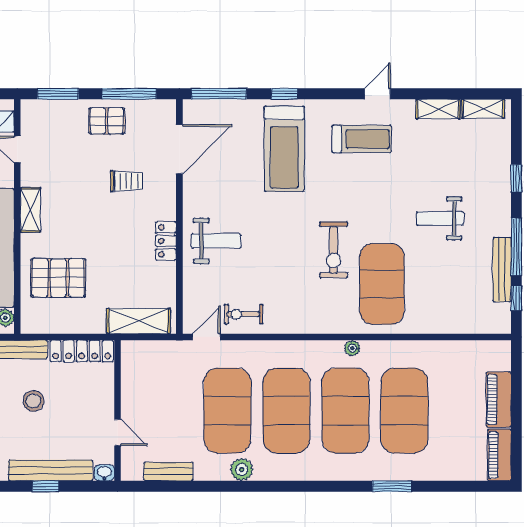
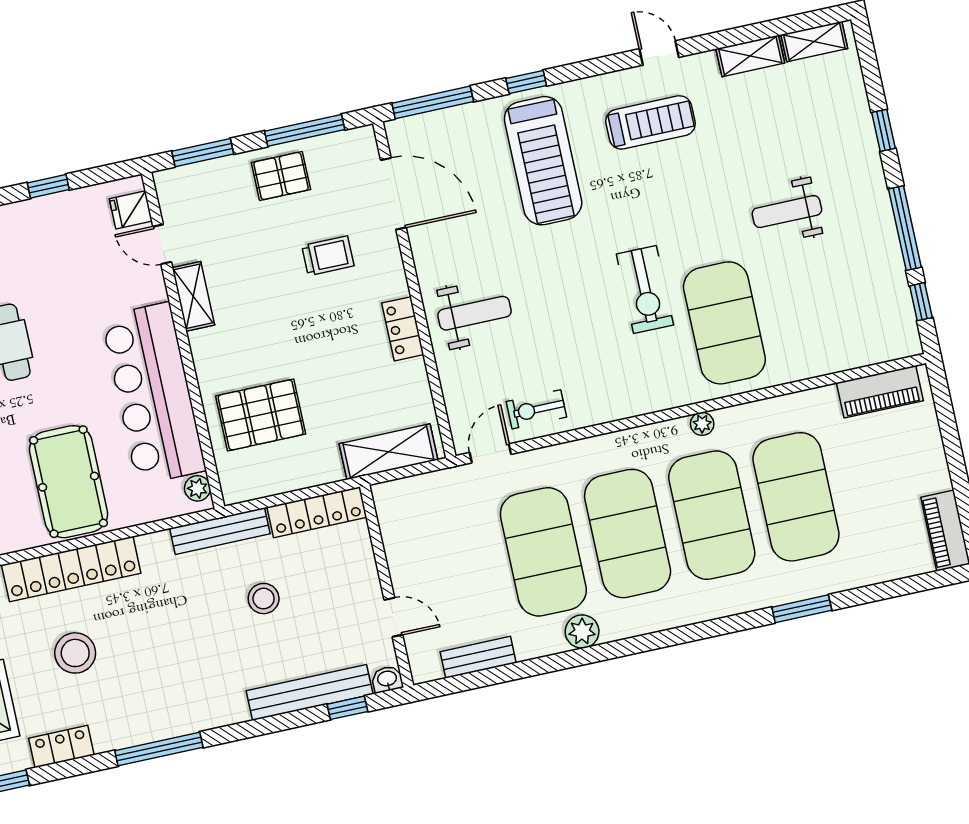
door: (378, 94) -> (659, 53), hinge flipped
door: (179, 149) -> (393, 194), hinge flipped
shelving: (31, 210) -> (193, 296), moved
bench: (502, 270) -> (891, 265), removed
piano: (499, 400) -> (880, 392), moved, turned -90
window: (46, 486) -> (347, 708), moved

